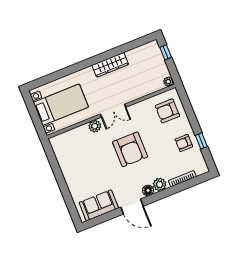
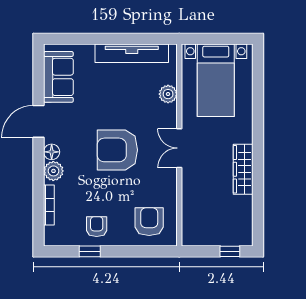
plant: (168, 82) -> (188, 239), removed
plant: (95, 126) -> (168, 94), moved
tv unit: (65, 165) -> (132, 53), added

